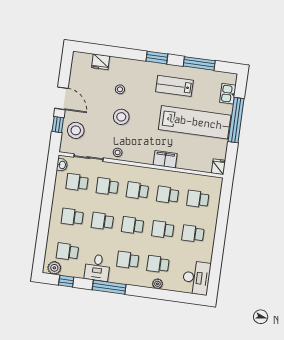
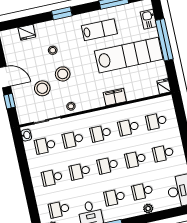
window: (157, 58) -> (62, 13), moved
lab bench: (174, 86) -> (99, 30), turned 180
stool: (76, 130) -> (42, 88), moved

